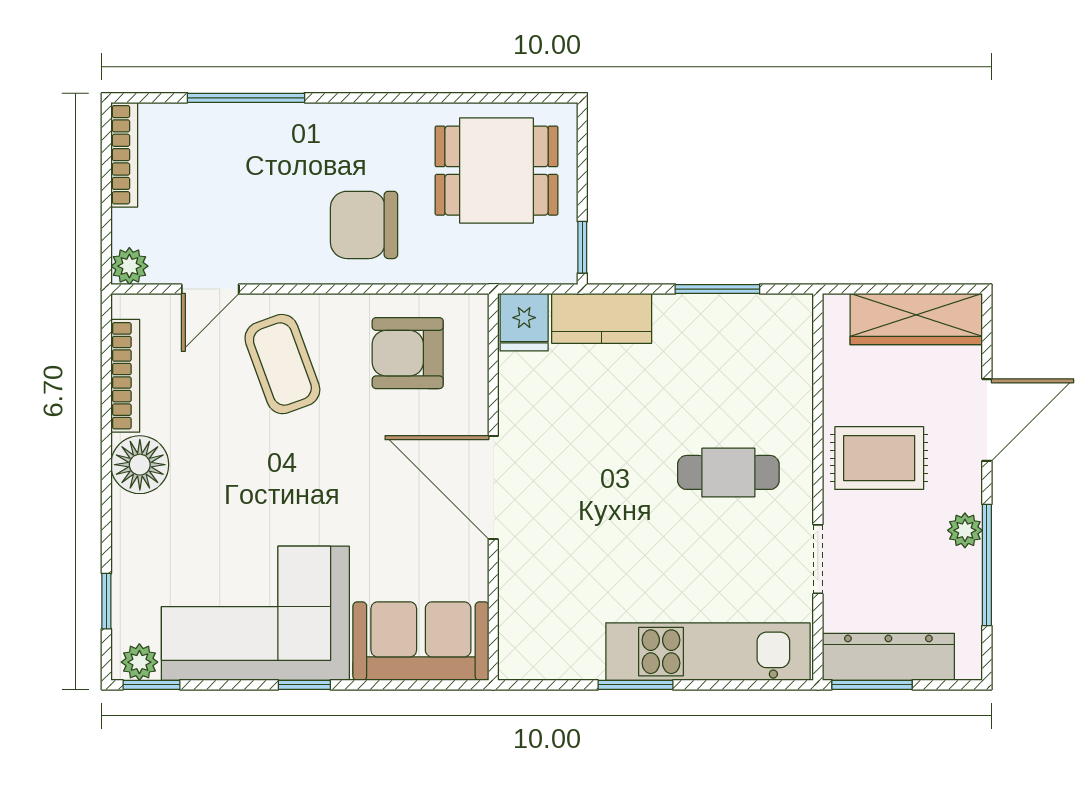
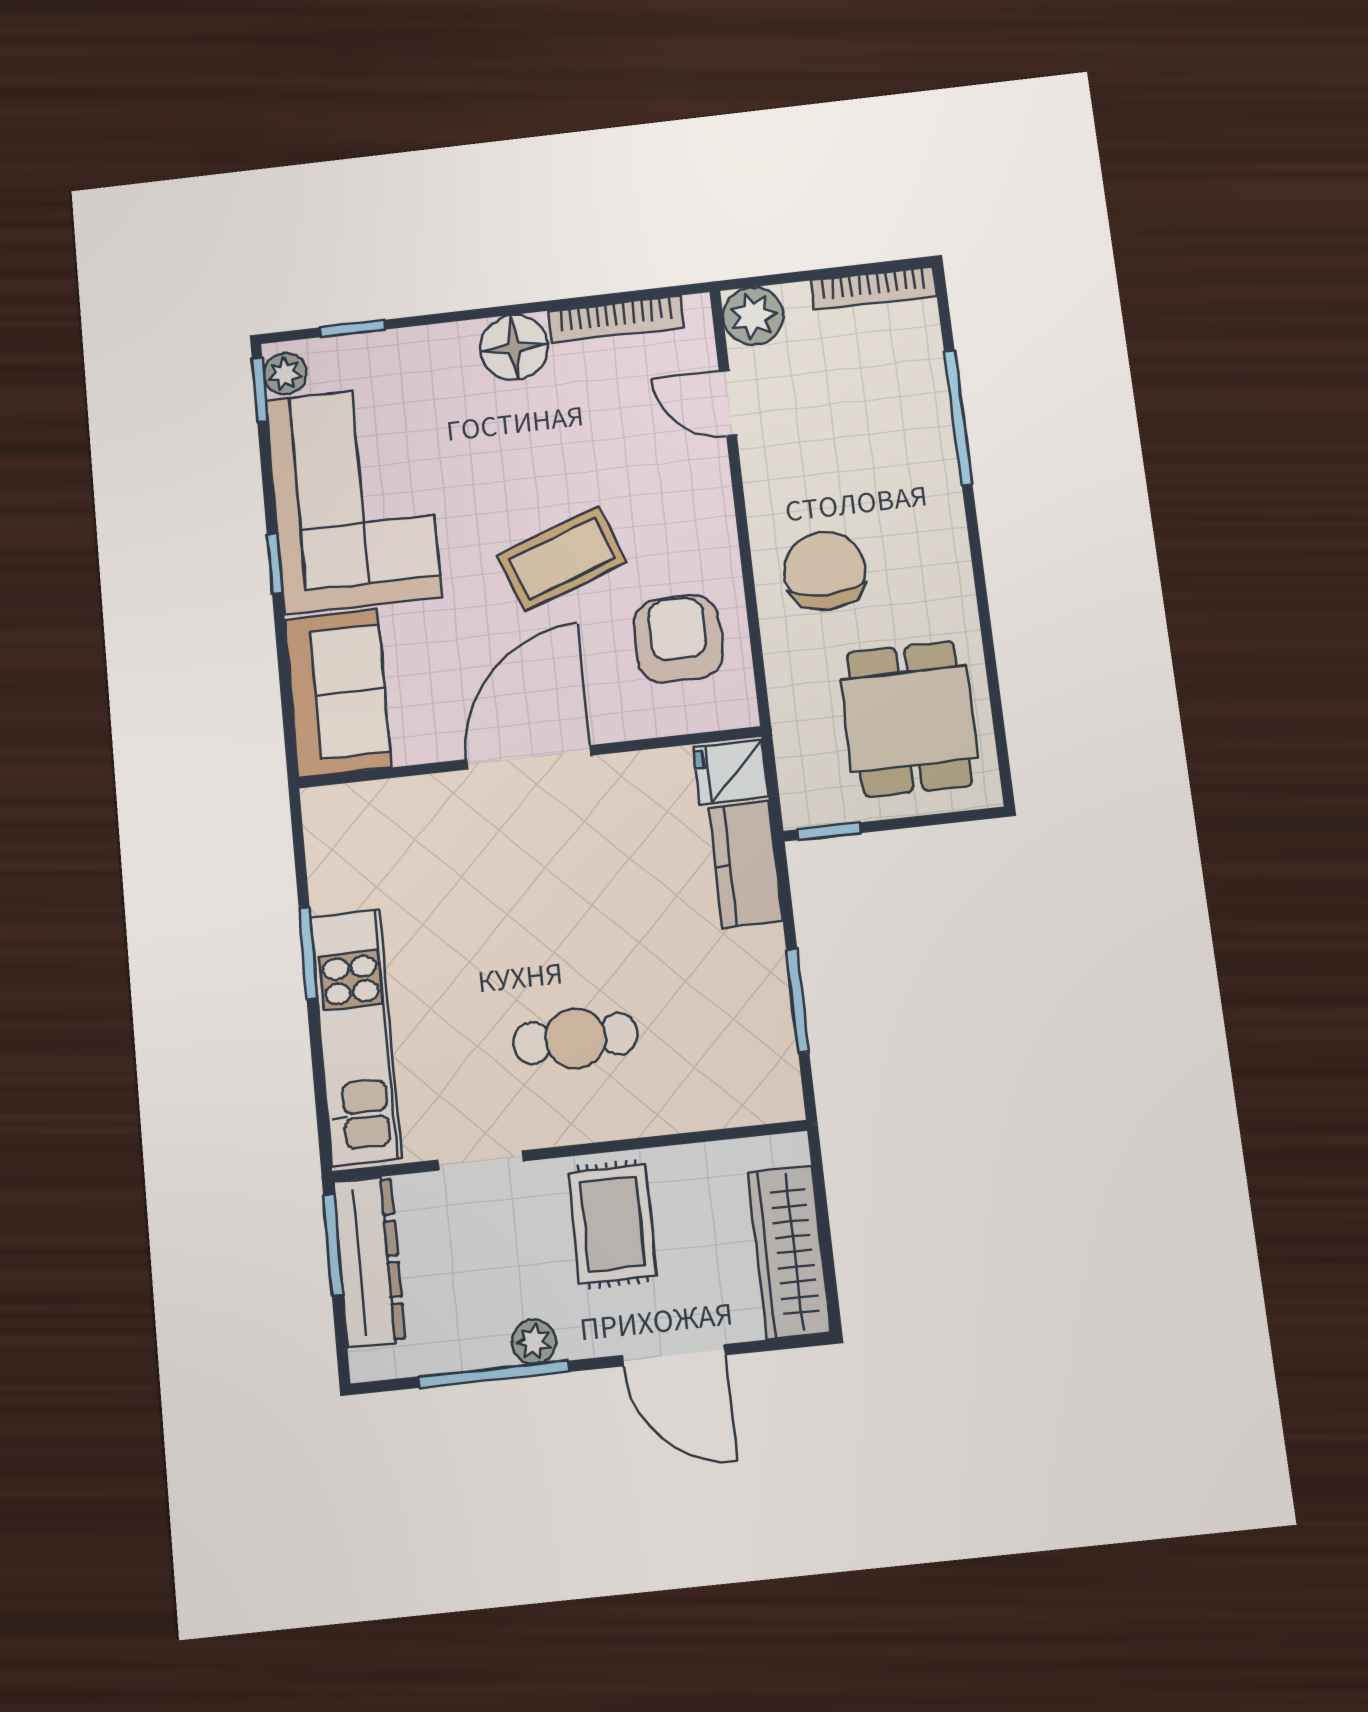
plant: (129, 266) -> (753, 316), width x1.38, depth x1.38
coffee table: (282, 364) -> (562, 559), moved
cafe table: (728, 472) -> (576, 1038), turned 90

